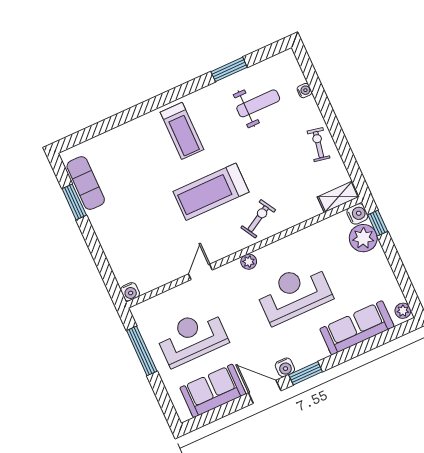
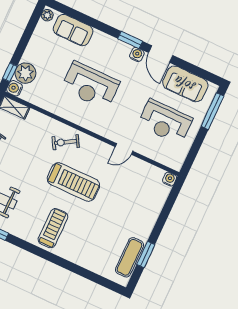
plant: (249, 262) -> (95, 127), removed
sofa: (357, 328) -> (73, 30), width x0.73
window: (142, 351) -> (212, 111), moved

